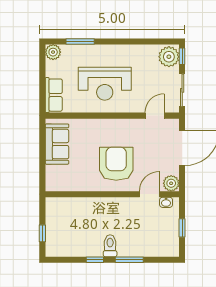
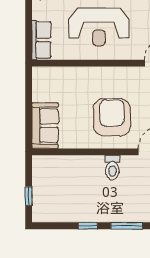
sofa: (57, 144) -> (45, 126), moved
toilet: (110, 246) -> (112, 168), moved, turned 180

